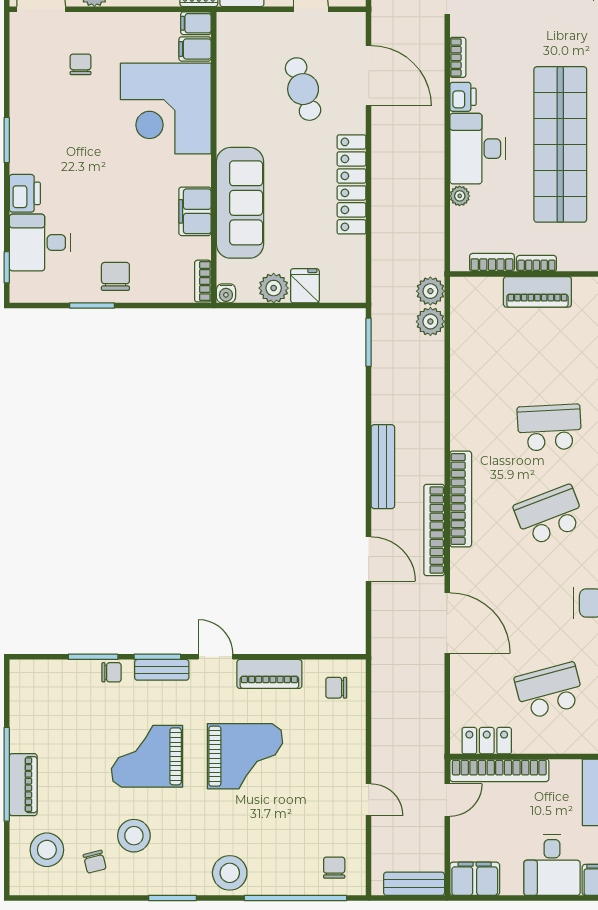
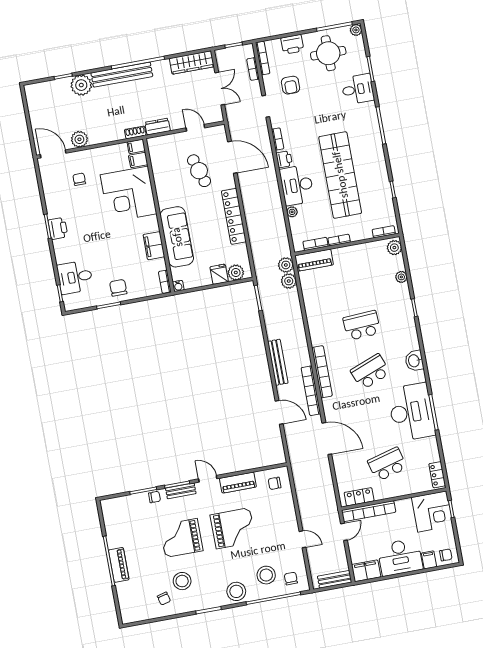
printer: (25, 193) -> (58, 228), moved
plant: (274, 288) -> (236, 272), moved
piano: (537, 292) -> (314, 260), moved
stool: (47, 850) -> (266, 575), moved
desk: (552, 865) -> (400, 557), width x1.37

